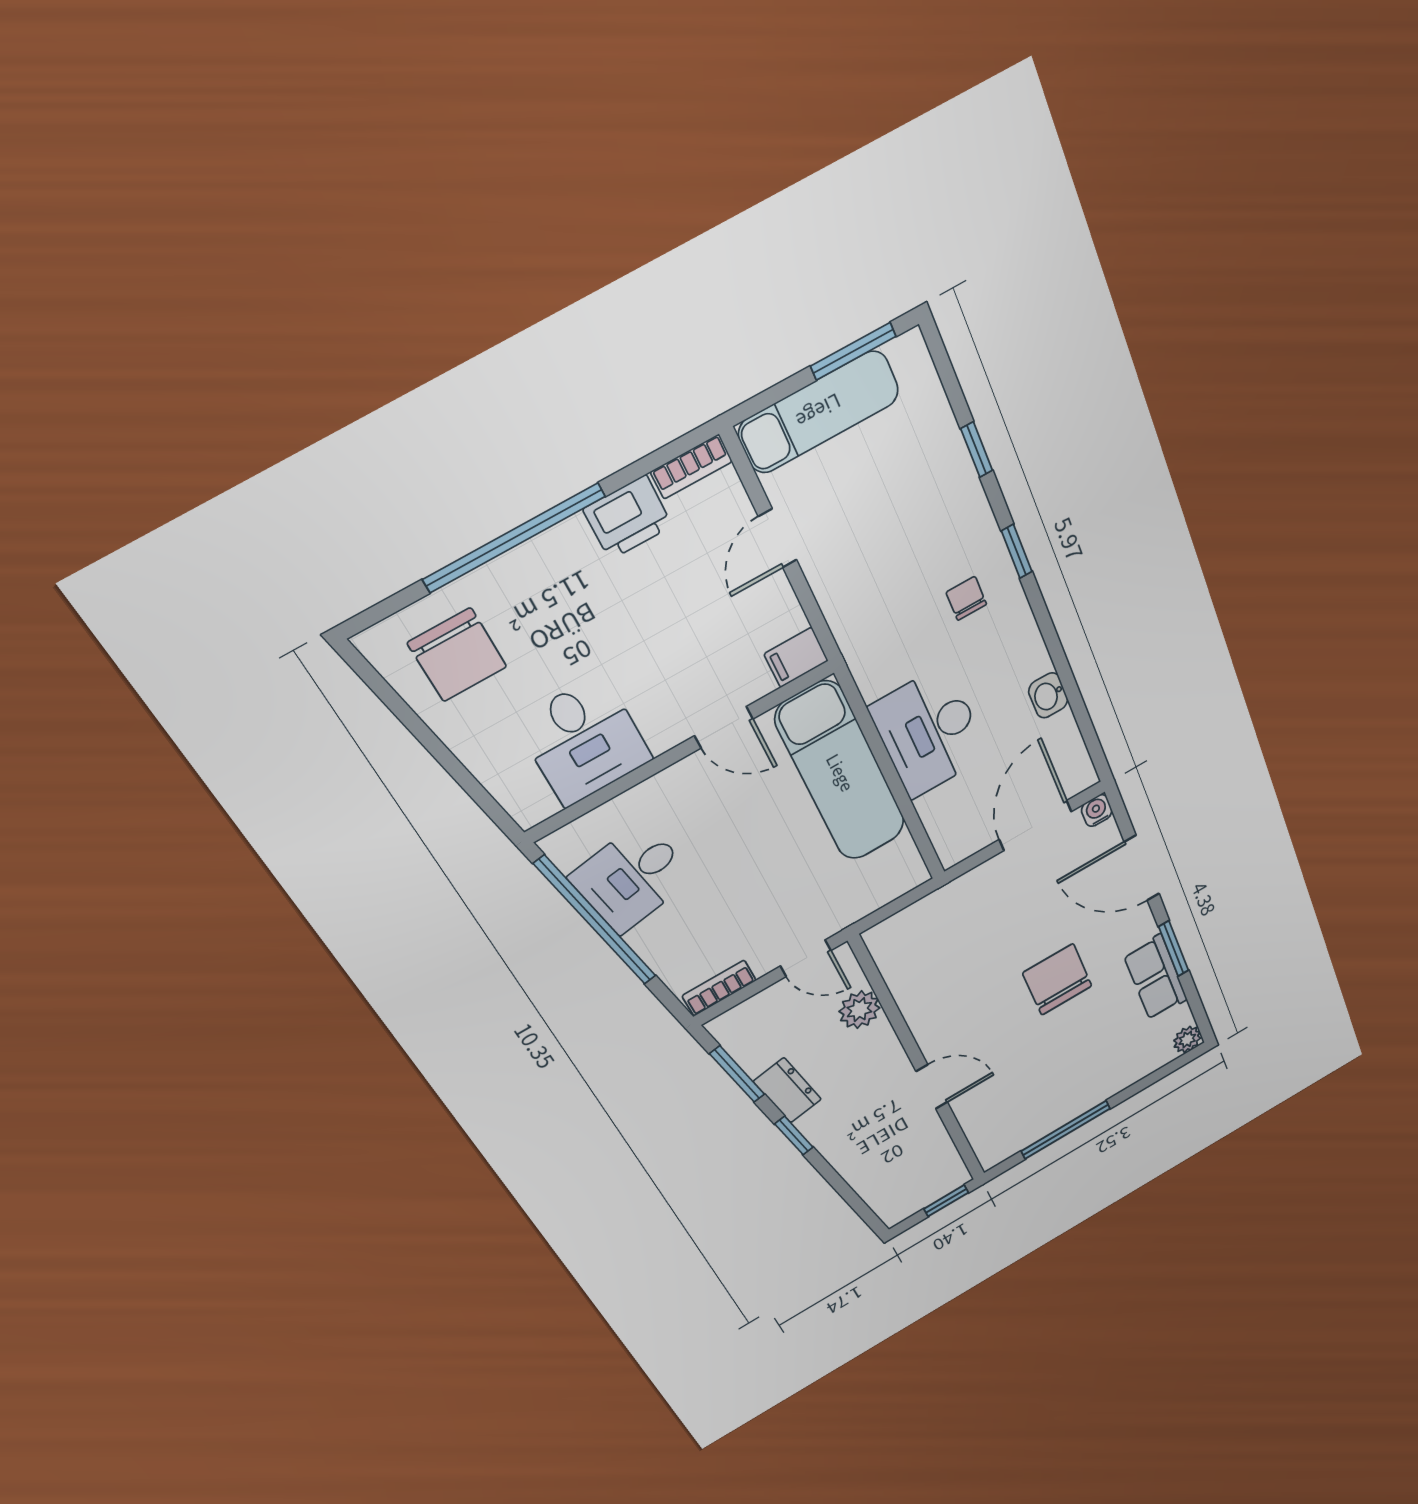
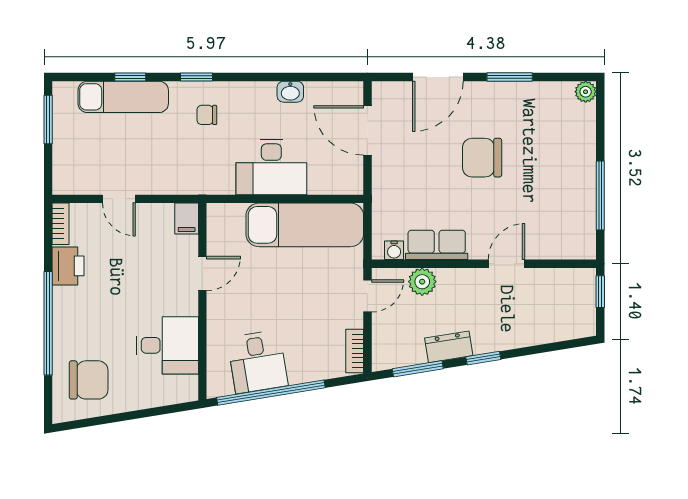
exam couch: (819, 412) -> (123, 97), moved, turned 90
exam couch: (841, 772) -> (305, 225), moved
water cooler: (1097, 811) -> (394, 250), moved, turned -90
row of seats: (1156, 978) -> (437, 245), moved, turned 180

